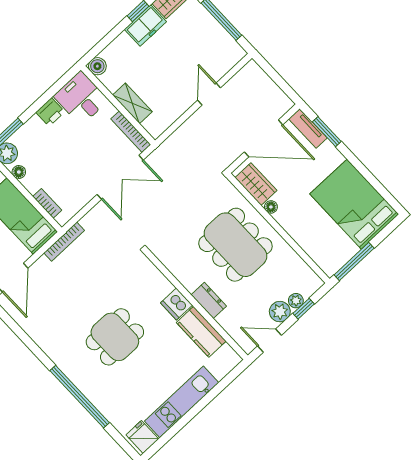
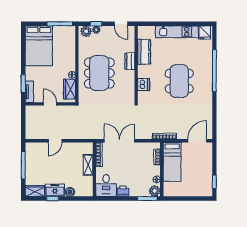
boiler: (97, 66) -> (70, 192), moved
door: (264, 138) -> (50, 104), width x0.53
dishwasher: (176, 304) -> (144, 85), moved
plant: (280, 312) -> (86, 31), moved
dining table: (115, 337) -> (179, 81), width x1.38

